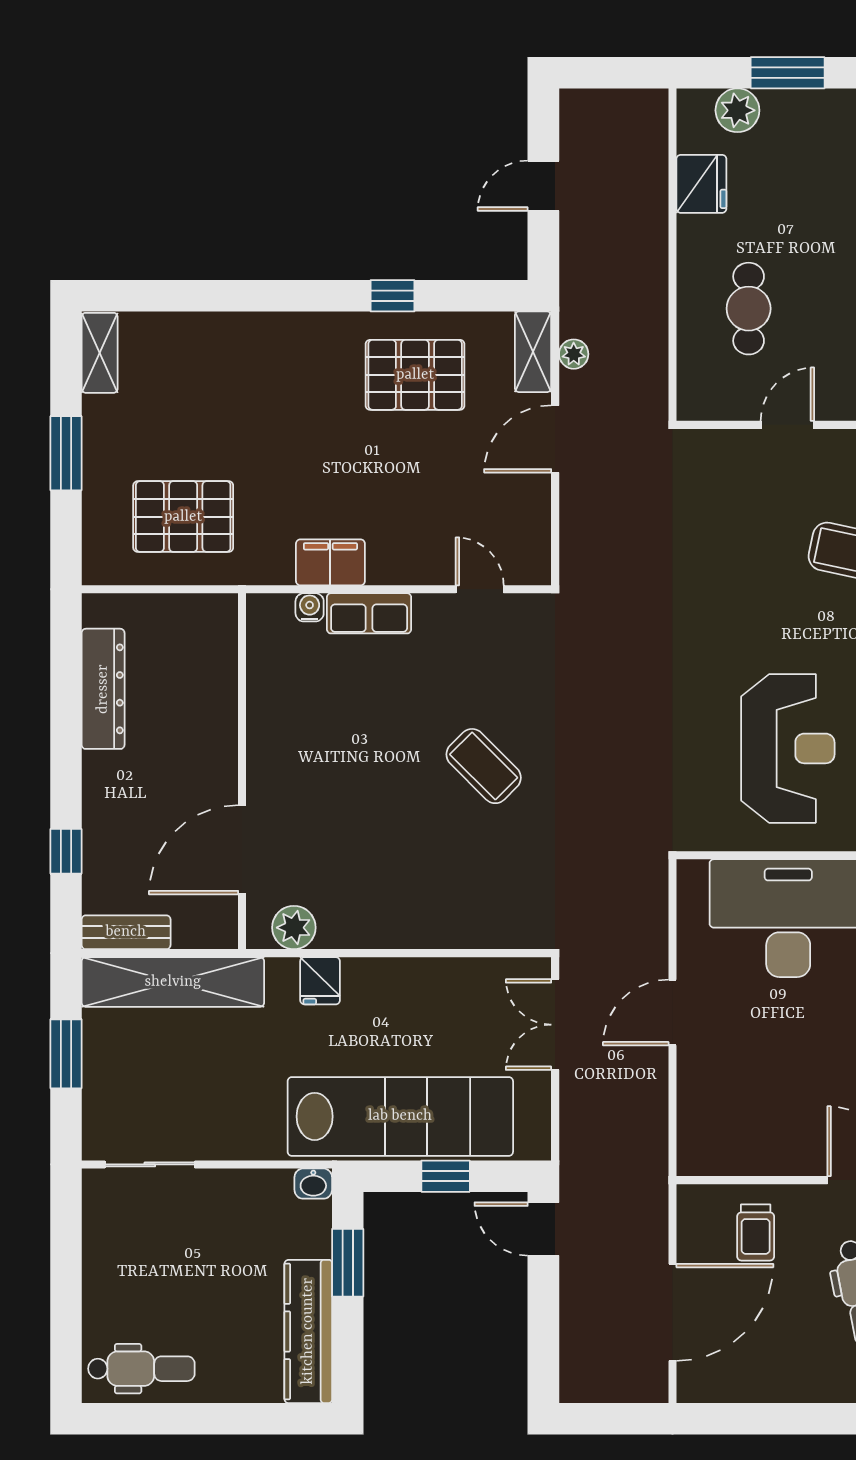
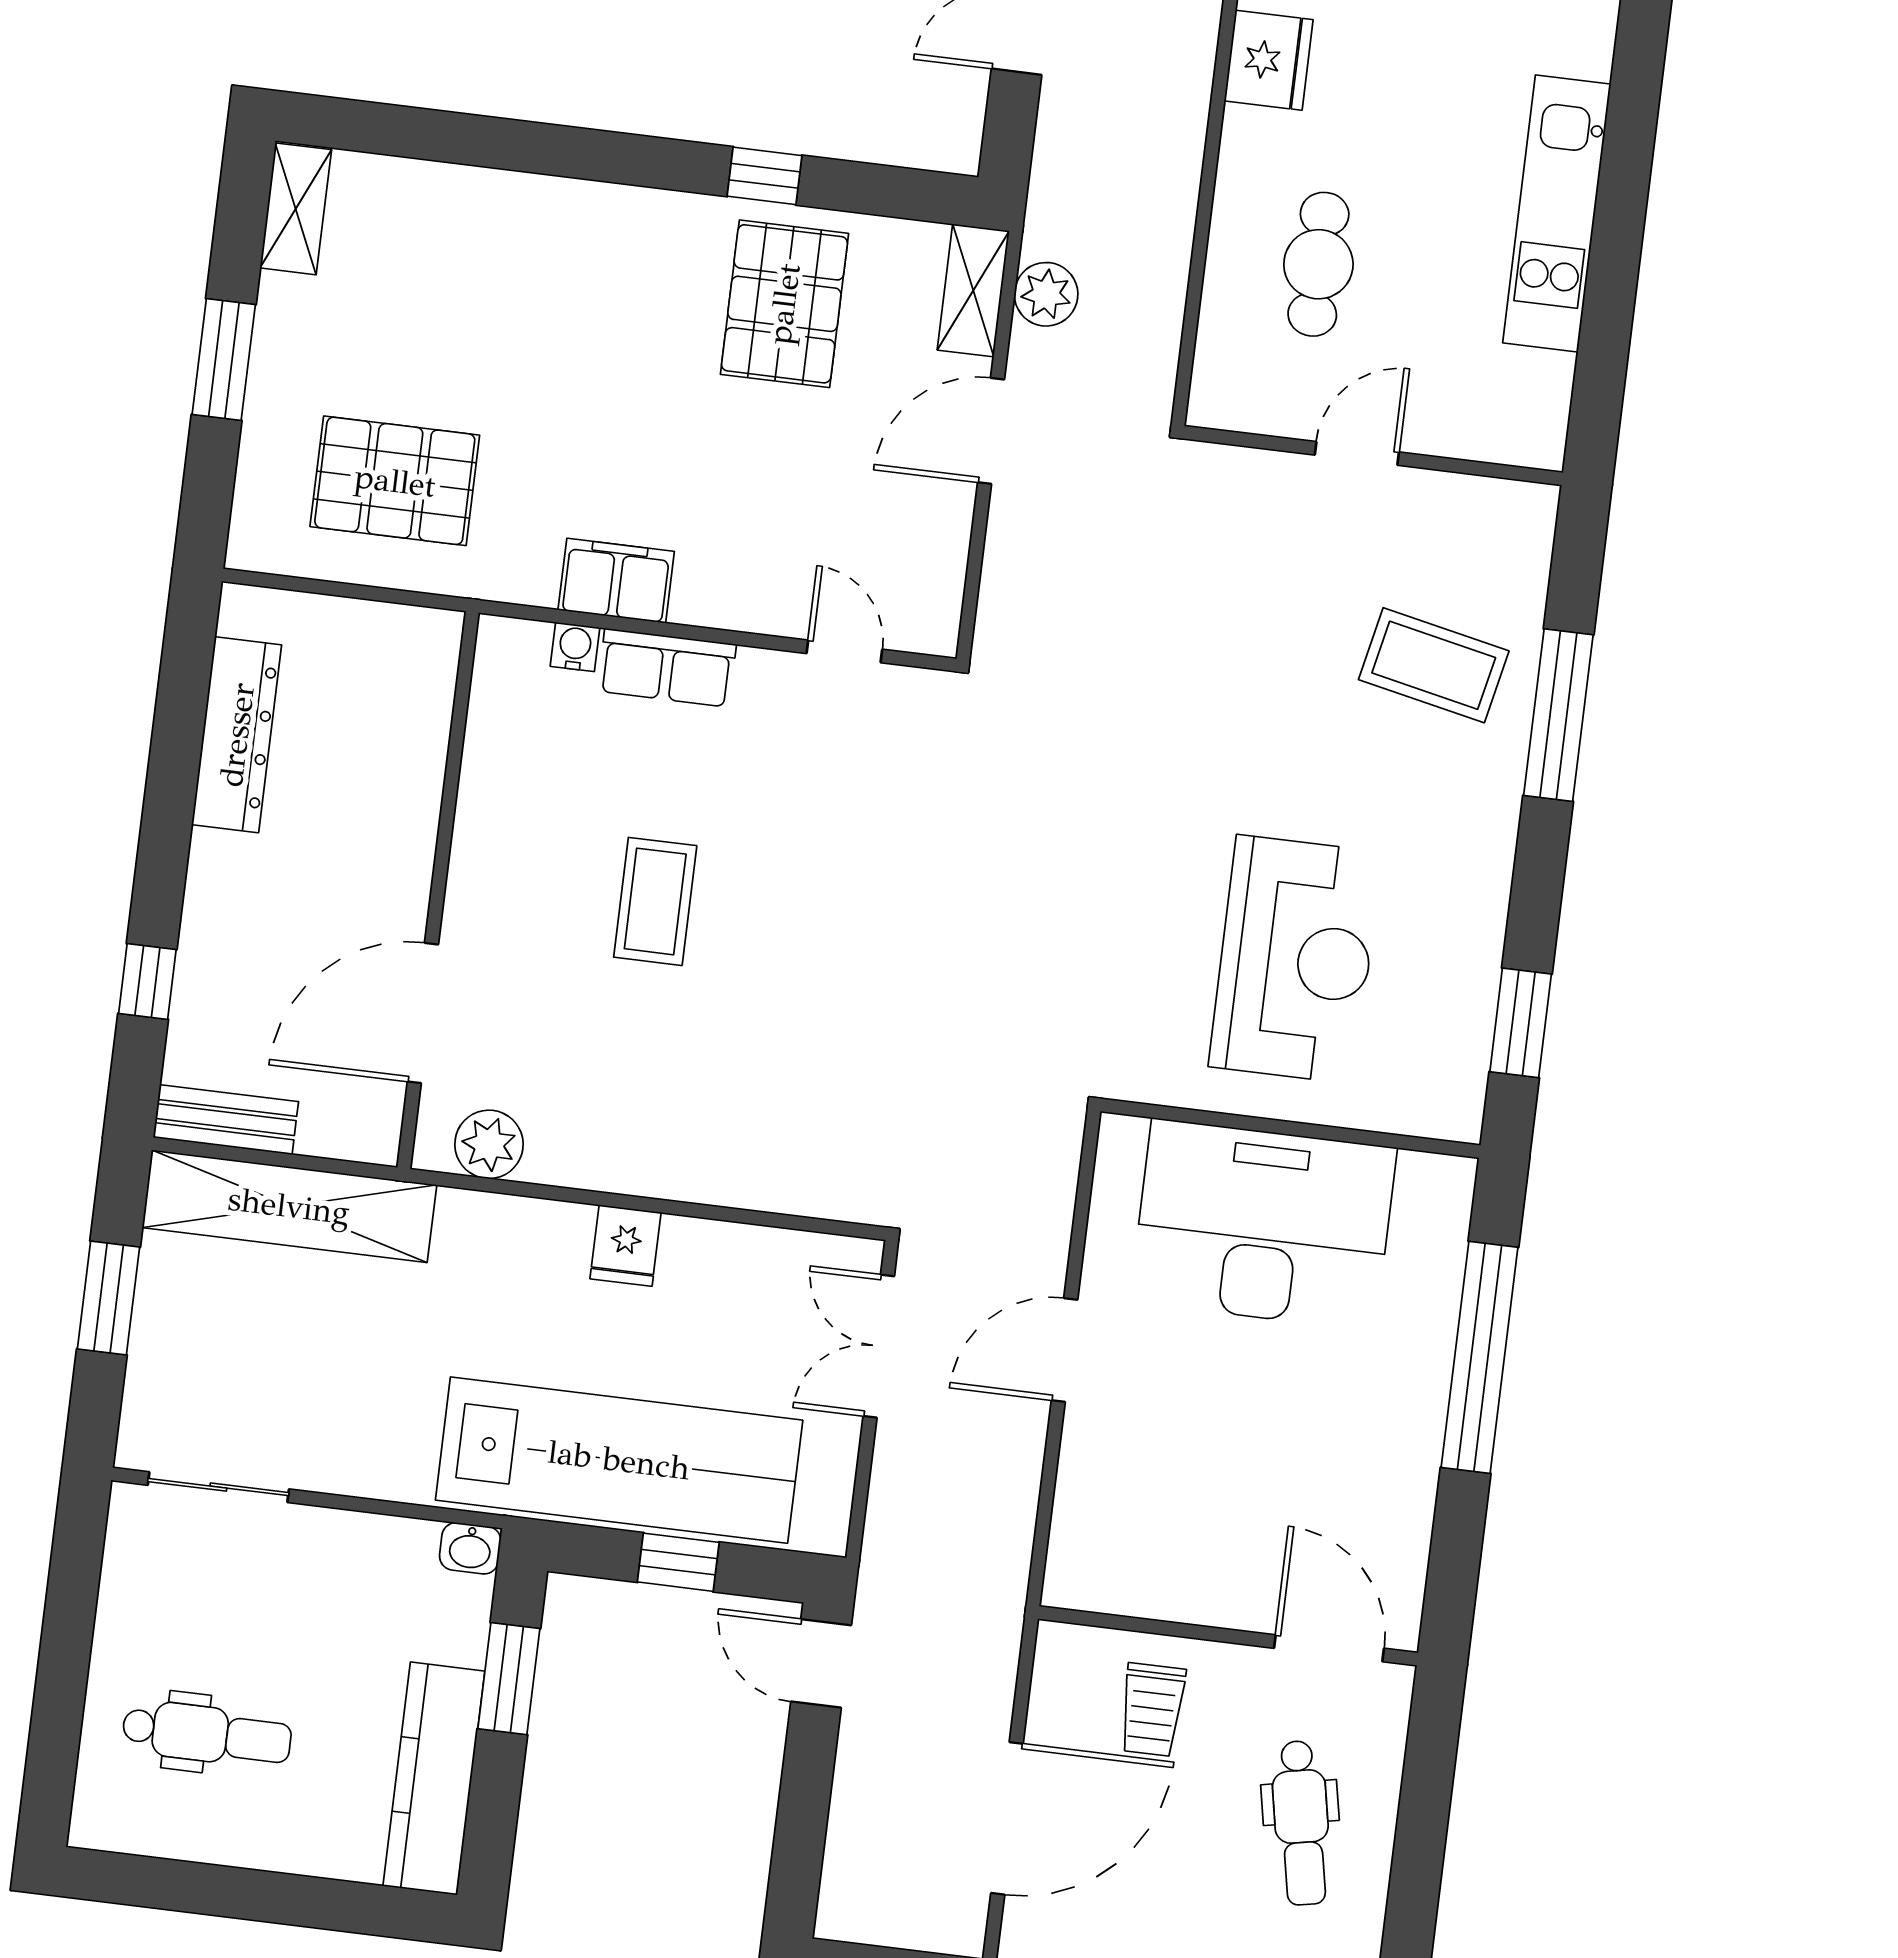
plant: (574, 354) -> (1046, 294), width x1.38, depth x1.38
pallet: (415, 375) -> (784, 304), turned 90
coffee table: (484, 766) -> (655, 901), moved, turned 45
fridge: (320, 981) -> (626, 1246), moved
dental chair: (141, 1369) -> (207, 1734), moved

